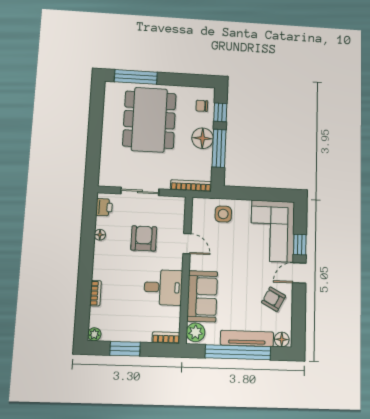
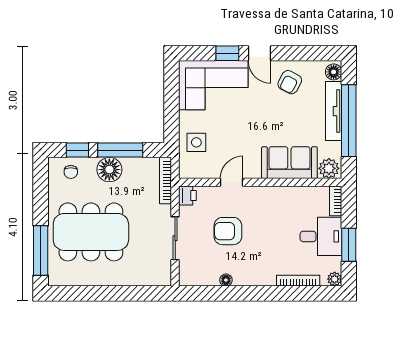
printer: (104, 207) -> (187, 195), moved, turned 90
desk: (163, 287) -> (321, 236), moved, turned 90
bookcase: (96, 293) -> (298, 281), width x1.56

